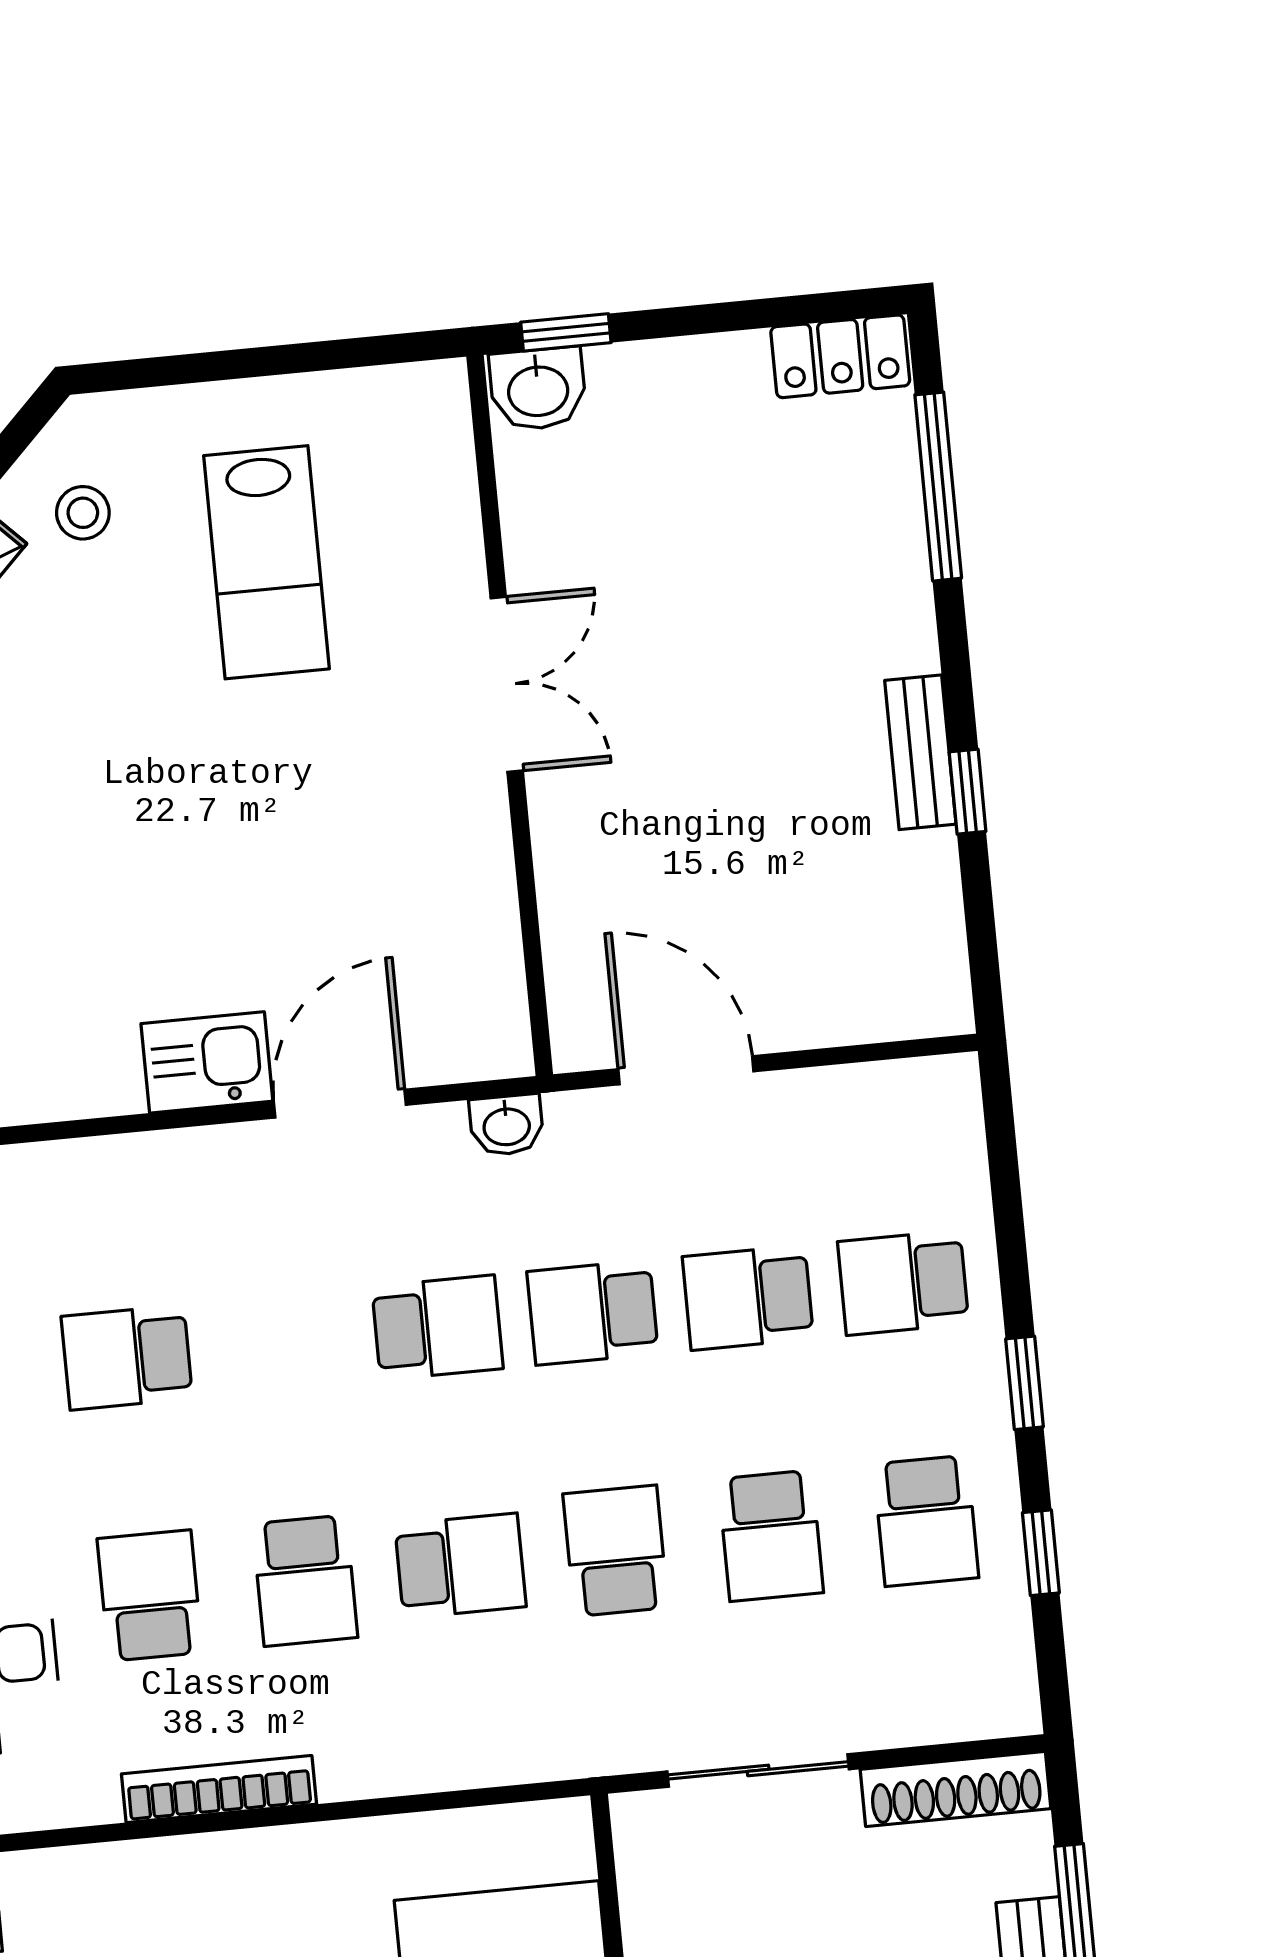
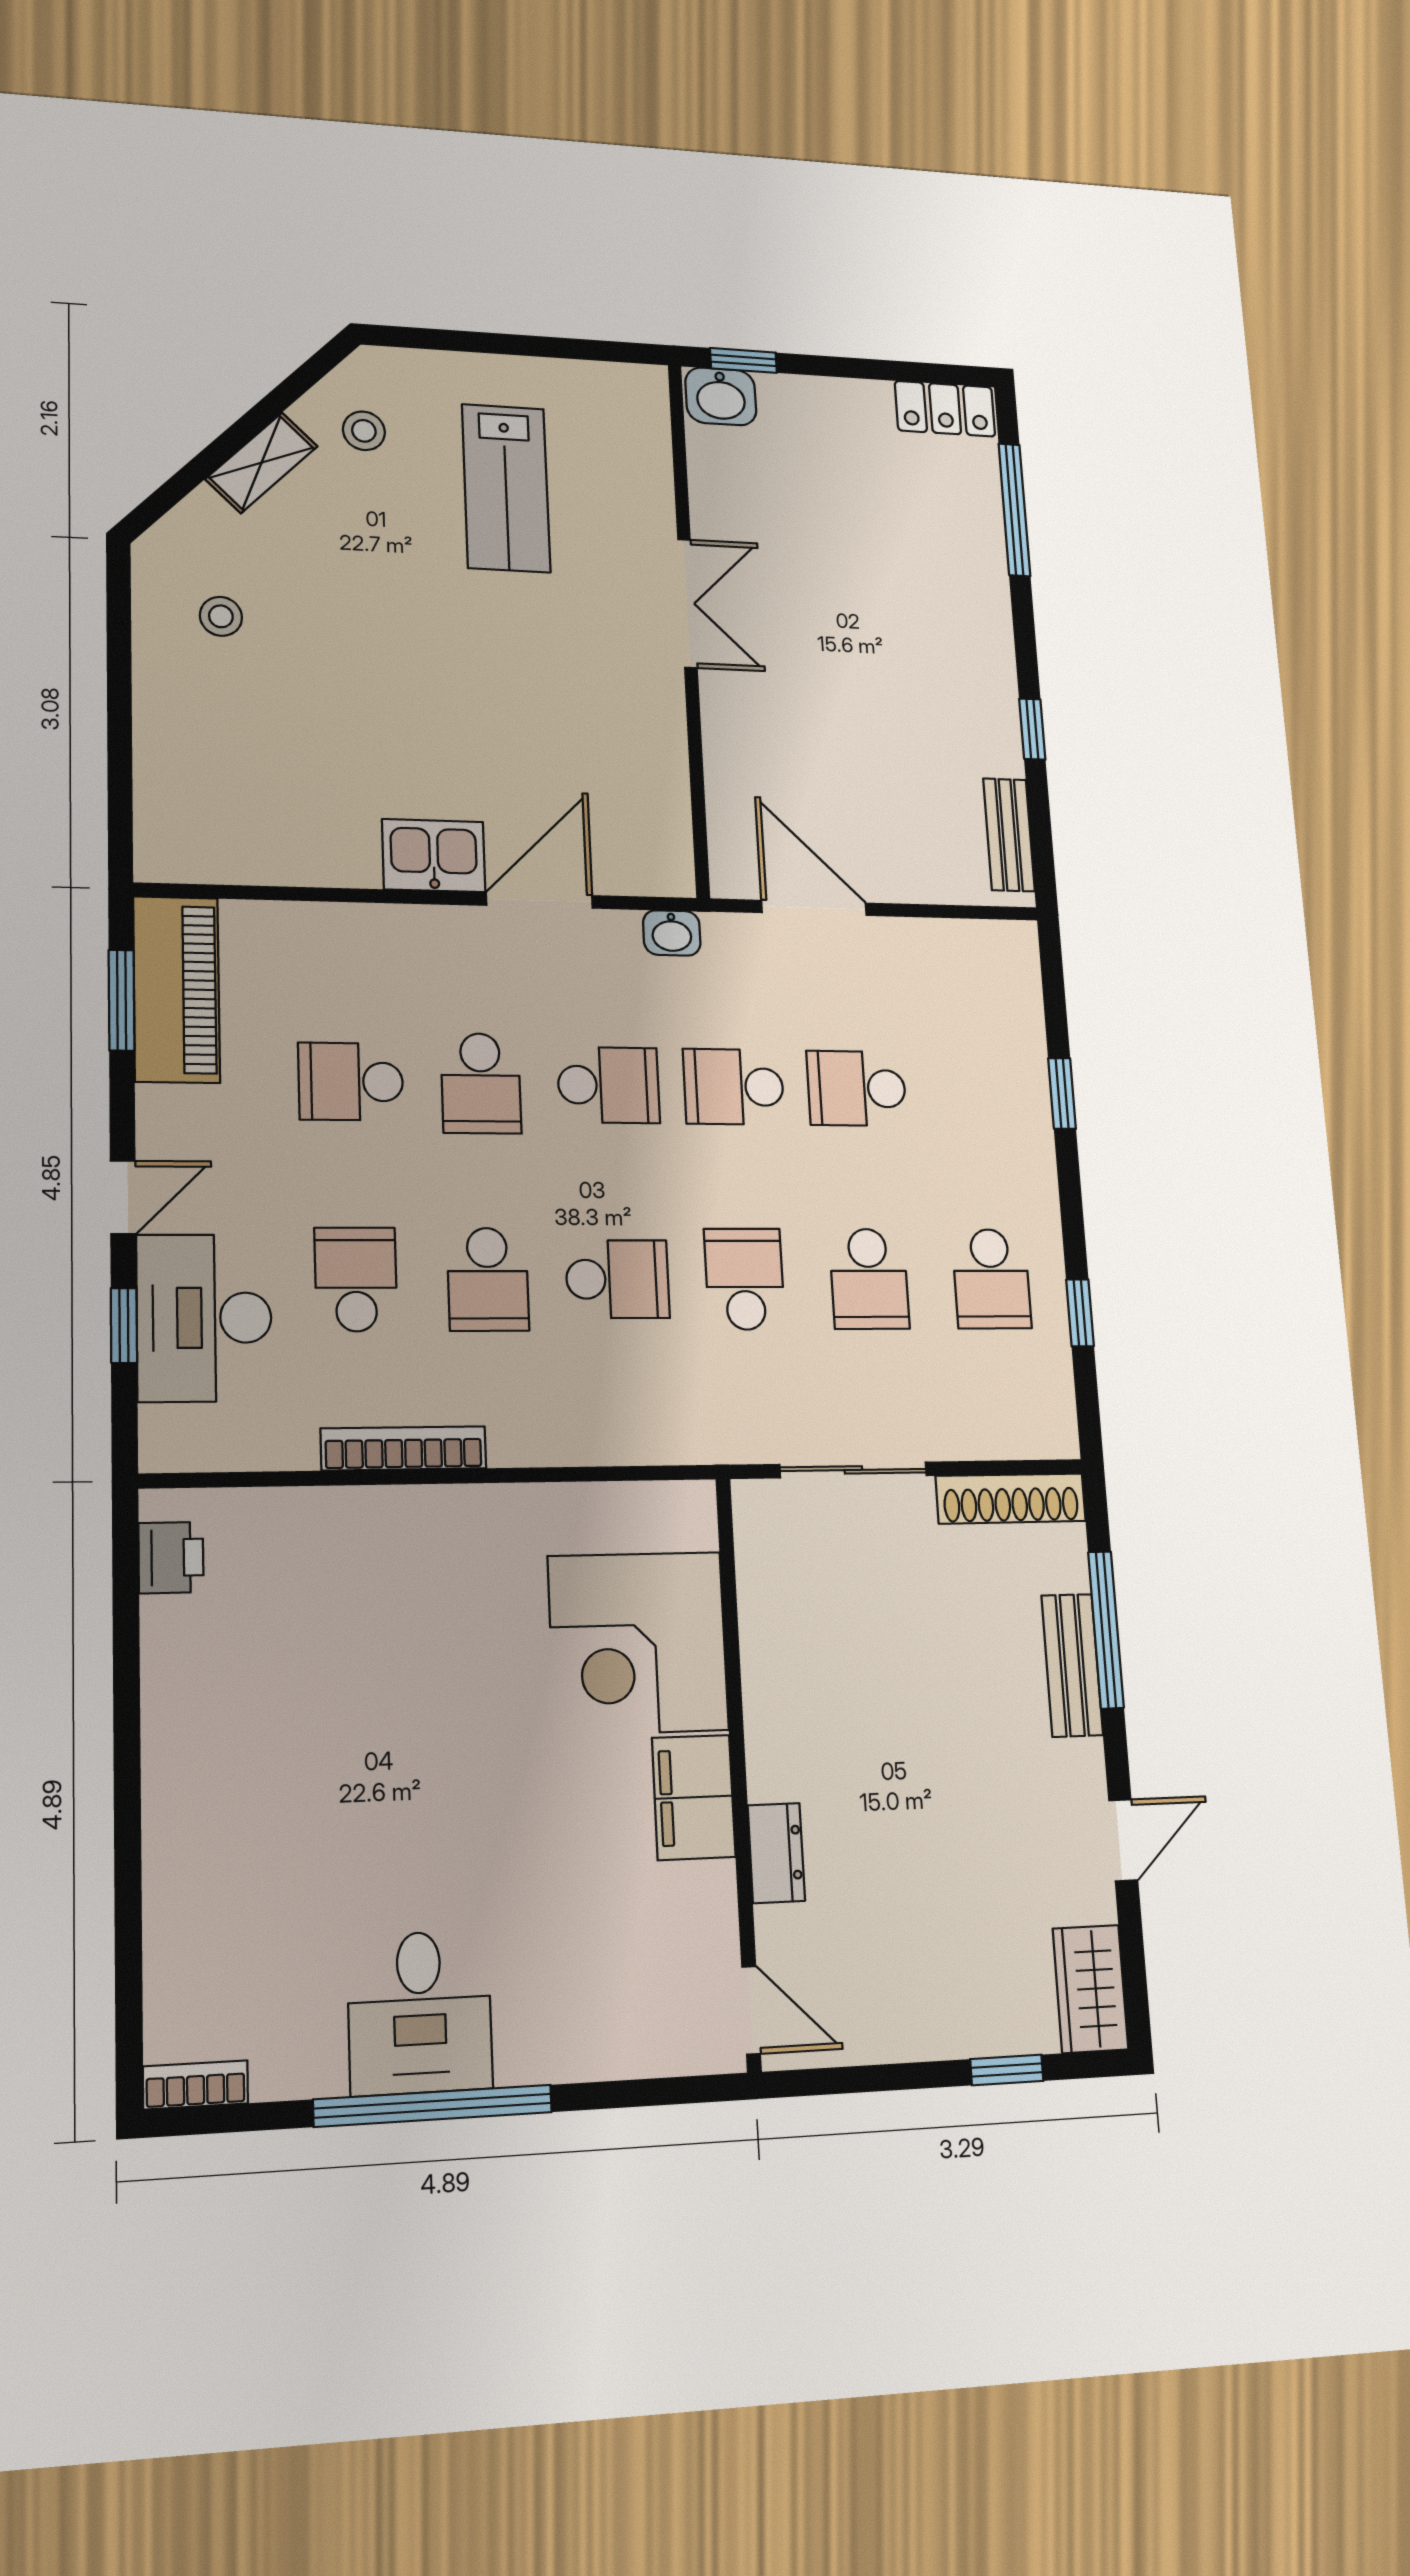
bench: (920, 752) -> (1009, 835), moved
school desk: (903, 1283) -> (481, 1083), moved, turned -90
window: (1024, 1383) -> (1062, 1093), moved

